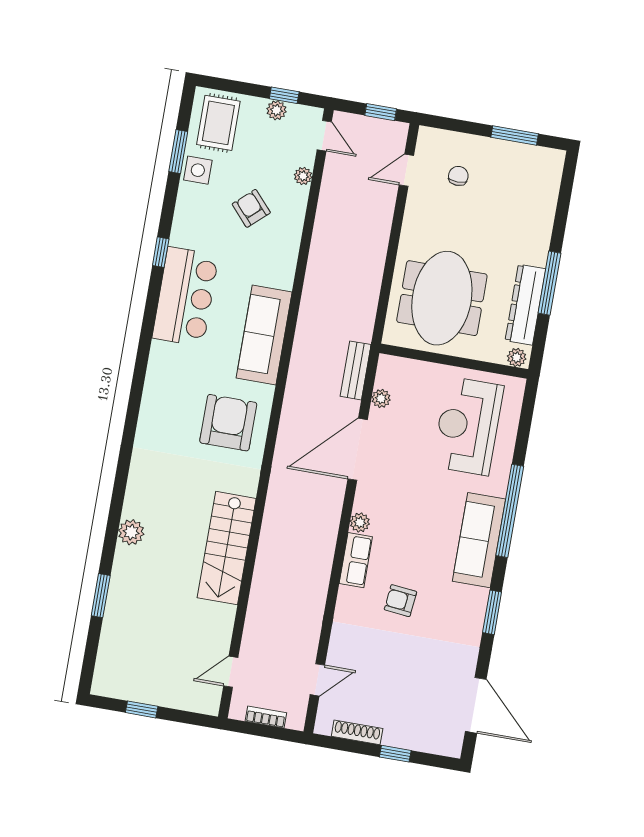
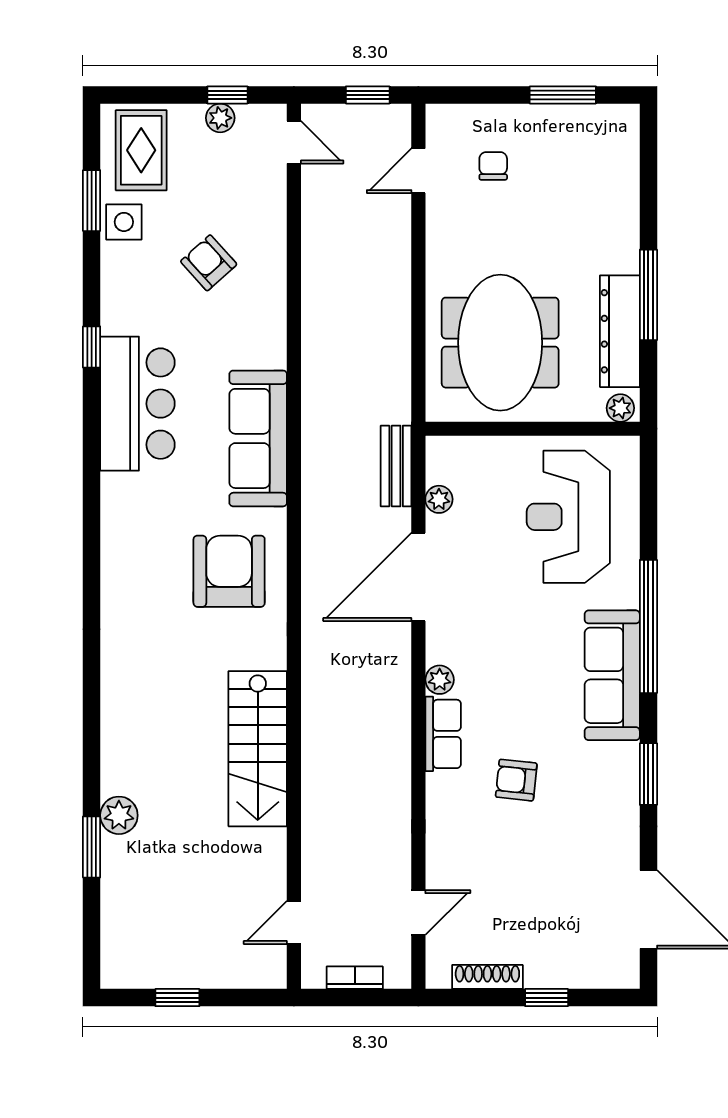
plant: (303, 176) -> (274, 204), removed
plant: (131, 532) -> (119, 815), moved

